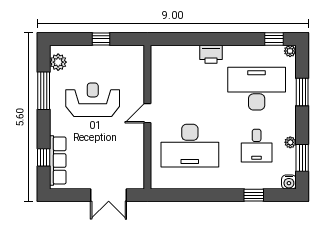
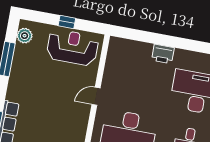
reception desk: (93, 100) -> (72, 47), moved

